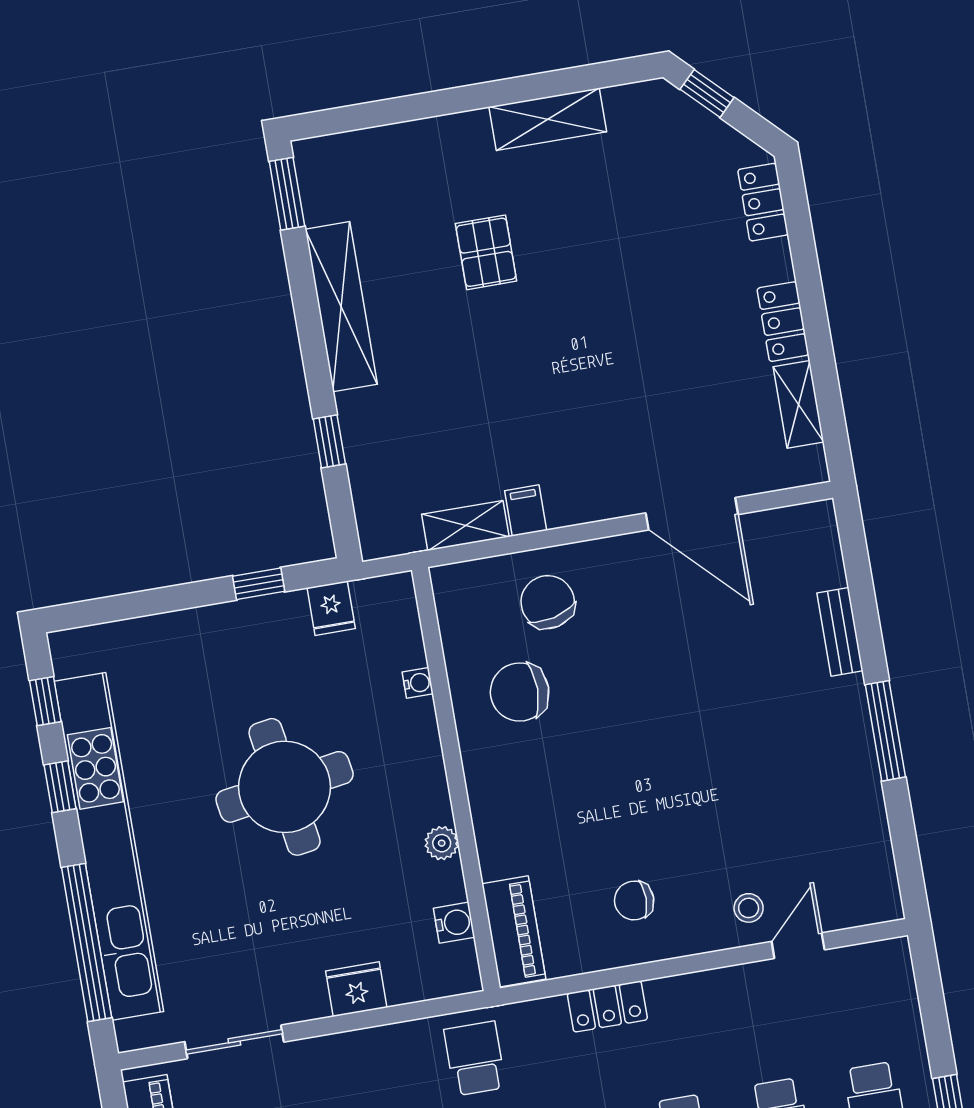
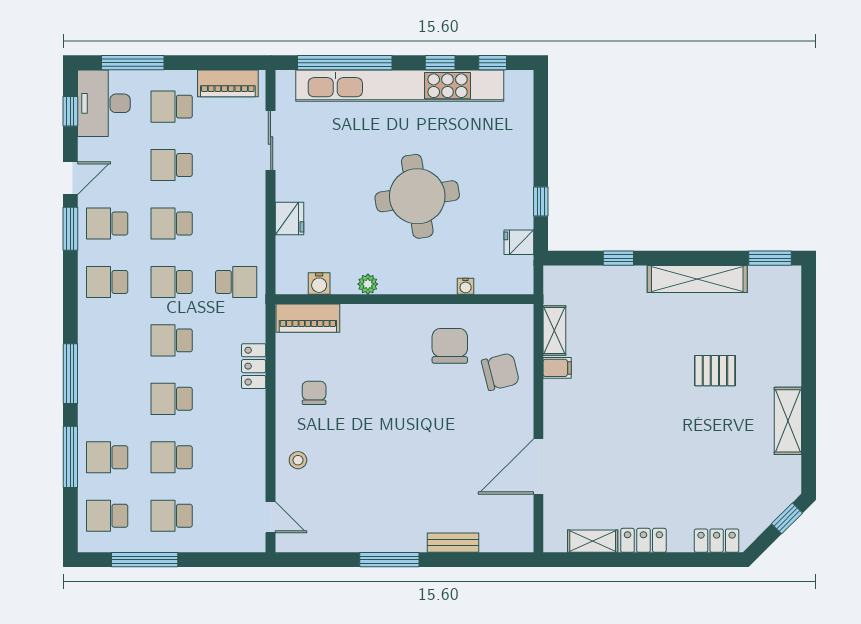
door: (798, 946) -> (271, 517), moved

